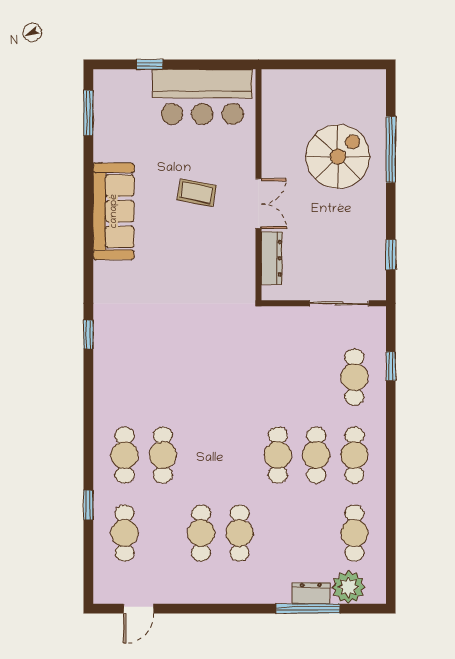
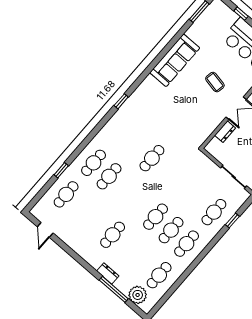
dresser: (272, 258) -> (225, 132), width x0.70
cafe table: (201, 533) -> (152, 158), moved
dresser: (311, 593) -> (108, 273), moved
door: (139, 609) -> (45, 230), hinge flipped

